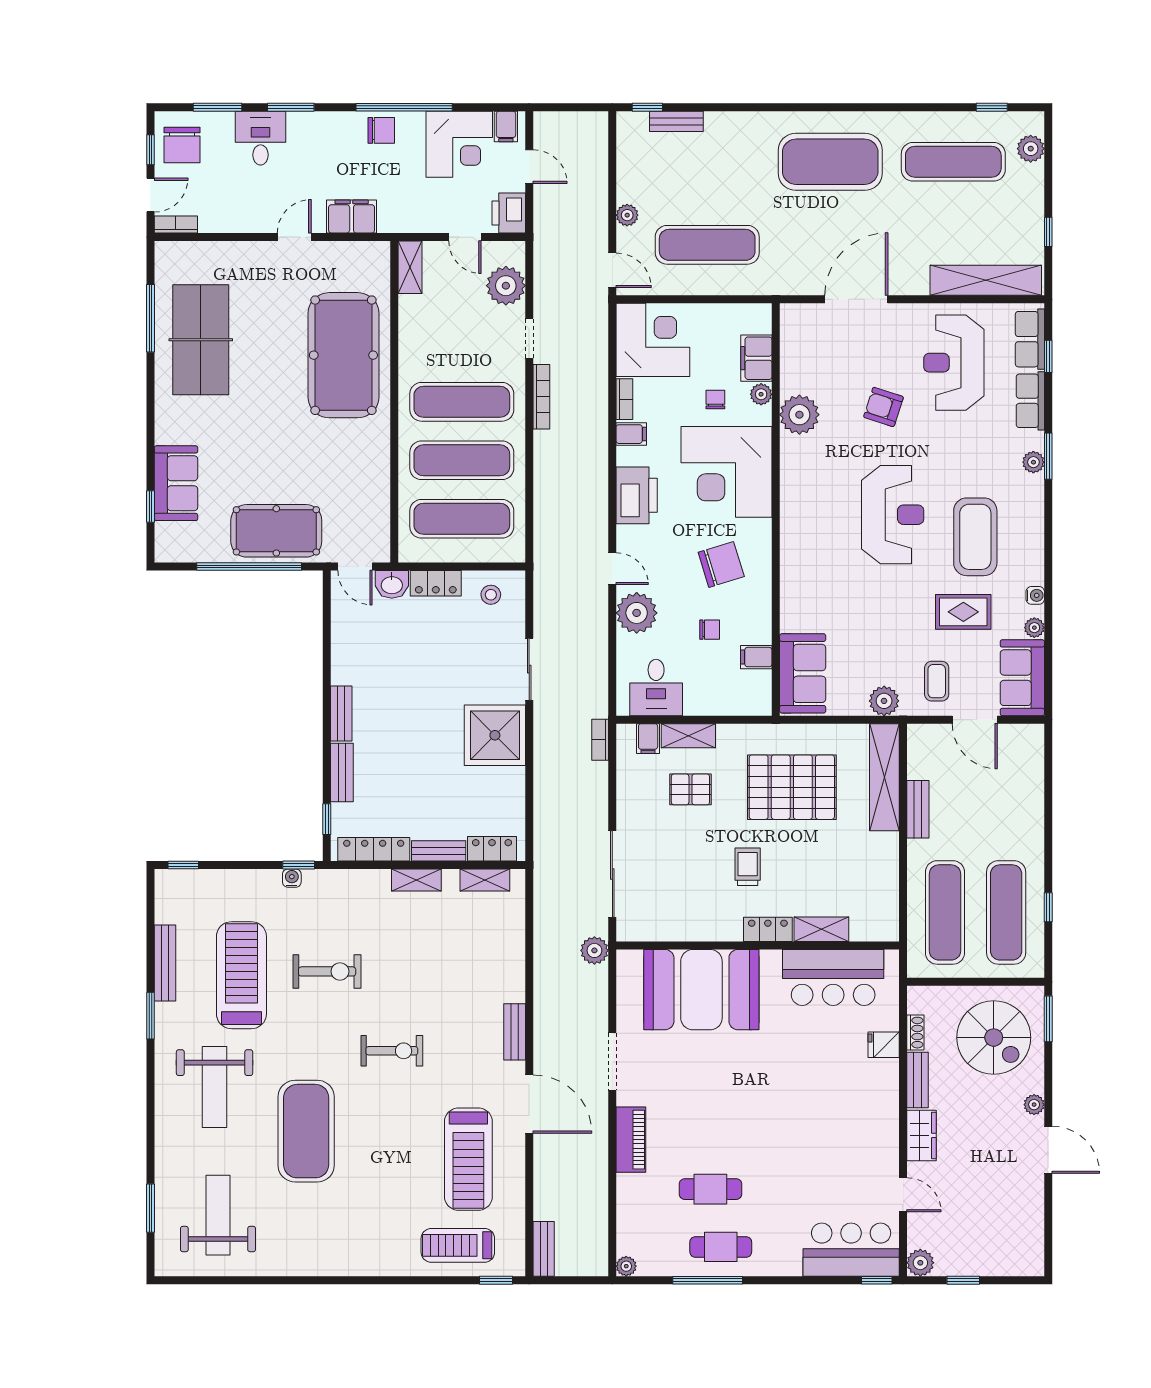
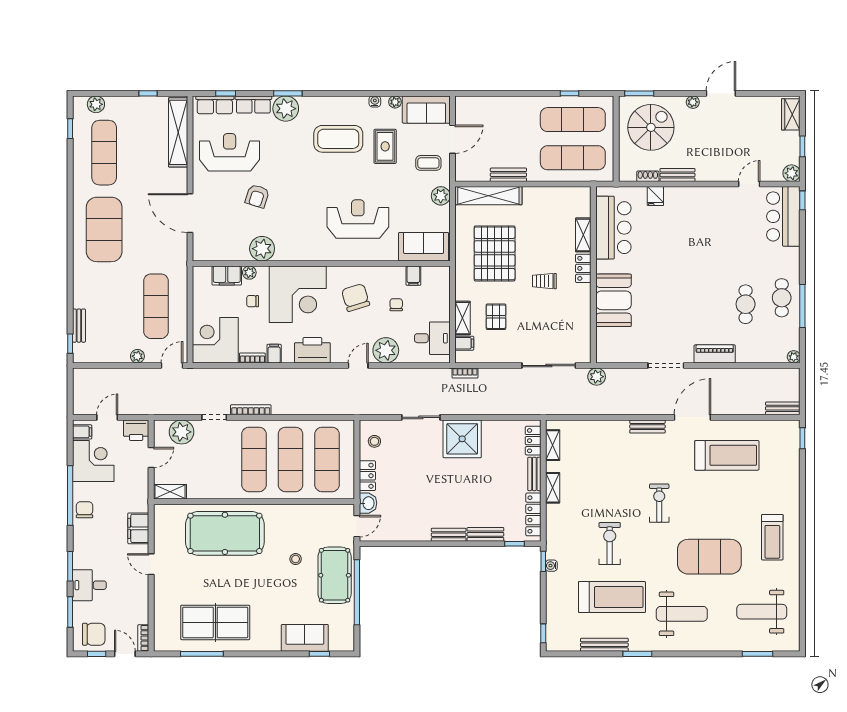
reception desk: (954, 363) -> (230, 152), turned 180
plant: (1033, 462) -> (286, 109), width x1.87, depth x1.87
stool: (302, 468) -> (296, 559), added
reception desk: (893, 515) -> (358, 219), moved
treadmill: (241, 975) -> (612, 597), turned 180
booth: (701, 990) -> (614, 300), width x0.73, depth x0.70
wardrobe: (922, 1135) -> (791, 114), moved, turned -90
treadmill: (458, 1245) -> (772, 537), moved

